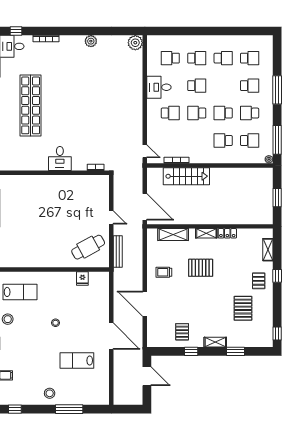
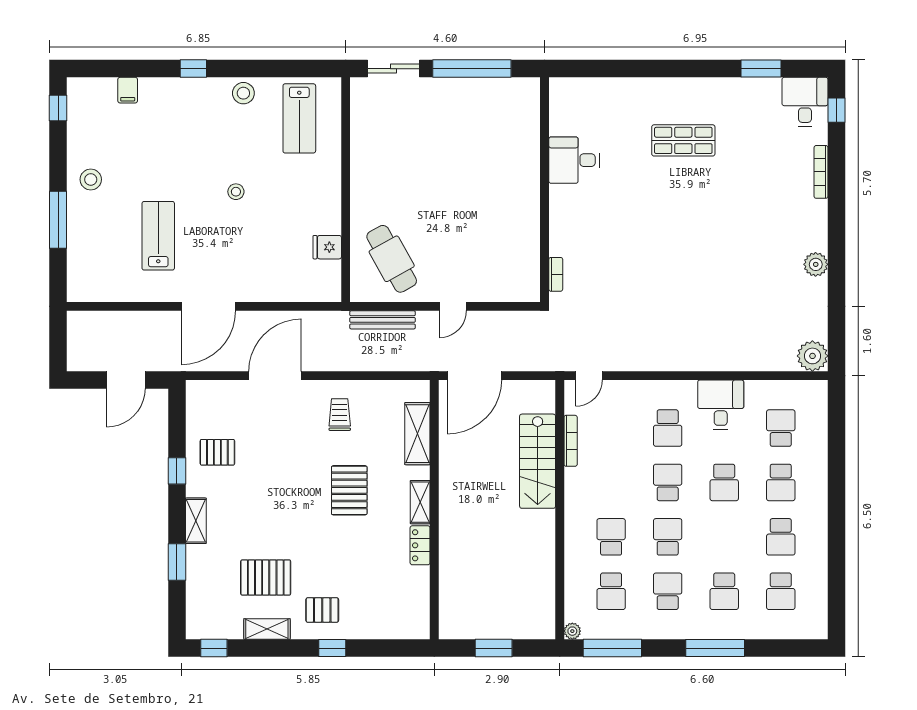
shop shelf: (31, 105) -> (683, 140), width x0.50, depth x0.74
desk: (60, 159) -> (574, 160), moved
shelving: (268, 250) -> (267, 629), moved

